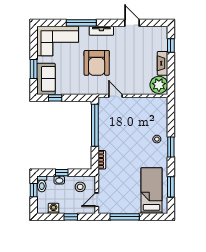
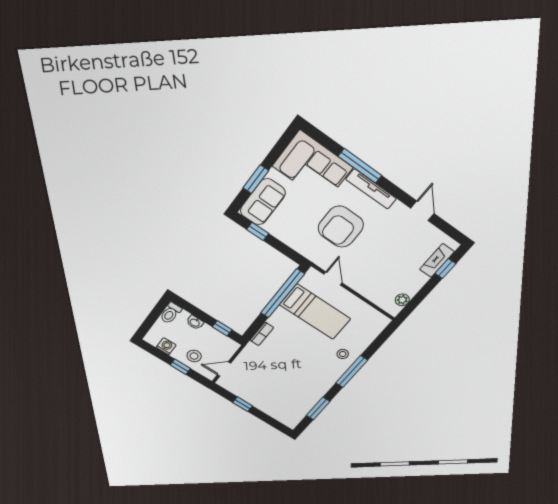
tv unit: (101, 31) -> (371, 189), width x1.41
fireplace: (162, 63) -> (437, 260), moved
plant: (159, 85) -> (402, 300), width x0.53, depth x0.53
window: (171, 147) -> (352, 372), width x1.44
window: (62, 173) -> (222, 328), moved
stool: (80, 187) -> (194, 356), moved
window: (34, 190) -> (156, 313), removed
bed: (151, 191) -> (315, 312), moved, turned 90
window: (125, 217) -> (243, 404), width x0.46

